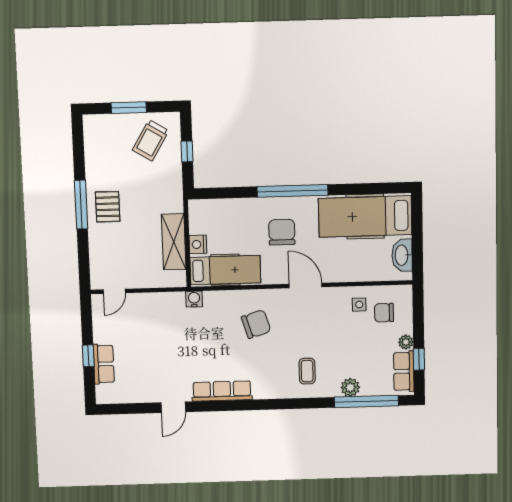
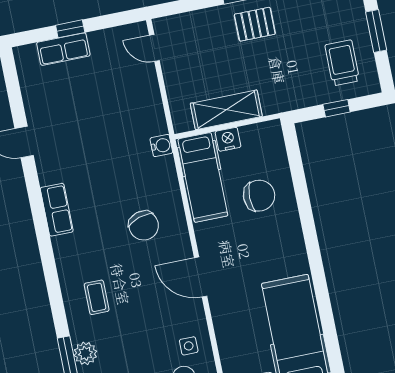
trolley: (151, 140) -> (342, 63), turned 59
window: (292, 191) -> (311, 242), removed
chair: (282, 232) -> (259, 196), moved
door: (306, 286) -> (201, 277), swing flipped
coffee table: (307, 371) -> (97, 297), turned 90
row of seats: (222, 391) -> (57, 210), width x0.68

